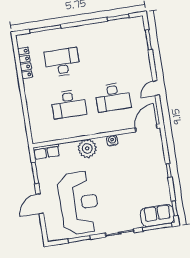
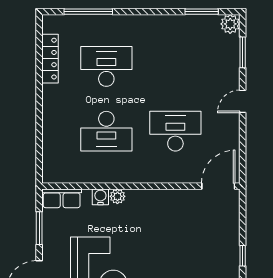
plant: (138, 23) -> (230, 24), added
door: (156, 88) -> (243, 101), moved
desk: (113, 97) -> (175, 131), turned 180
water cooler: (112, 140) -> (100, 197), moved
plant: (87, 148) -> (117, 196), width x0.53, depth x0.53

